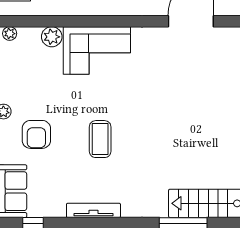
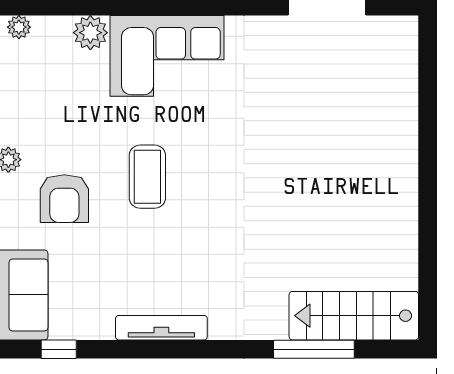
coffee table: (100, 139) -> (147, 177), moved

